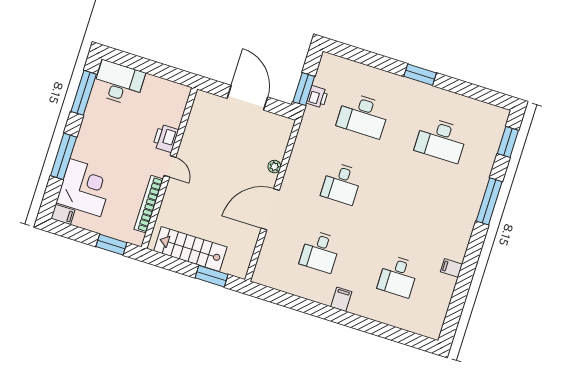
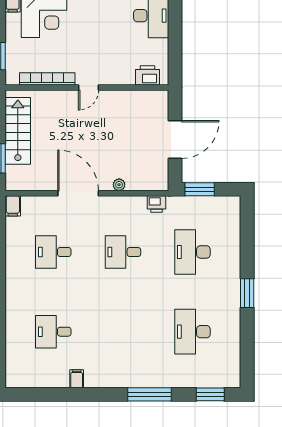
printer: (317, 97) -> (156, 204), moved
printer: (166, 138) -> (147, 75), moved
filing cabinet: (341, 299) -> (13, 206), moved, turned 90

